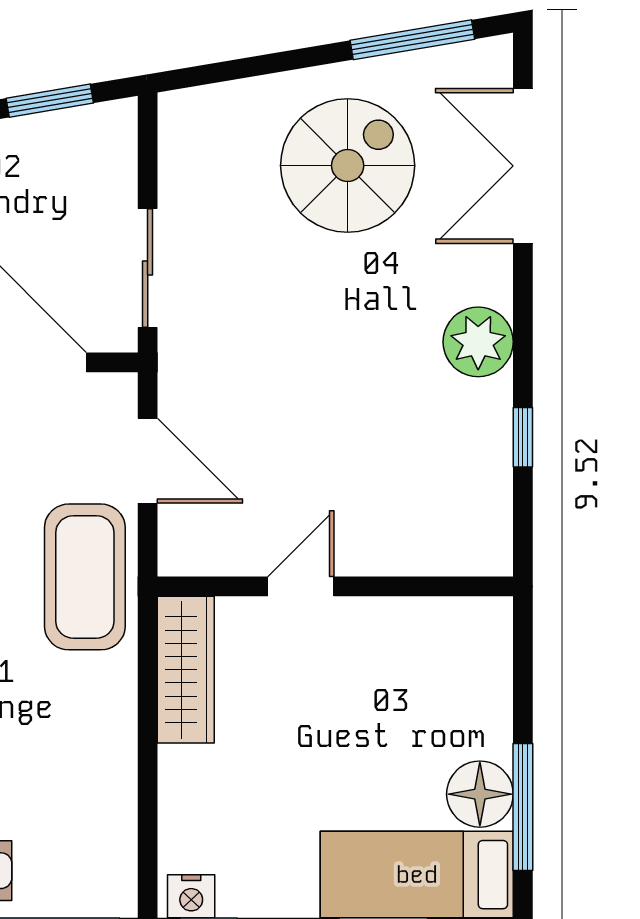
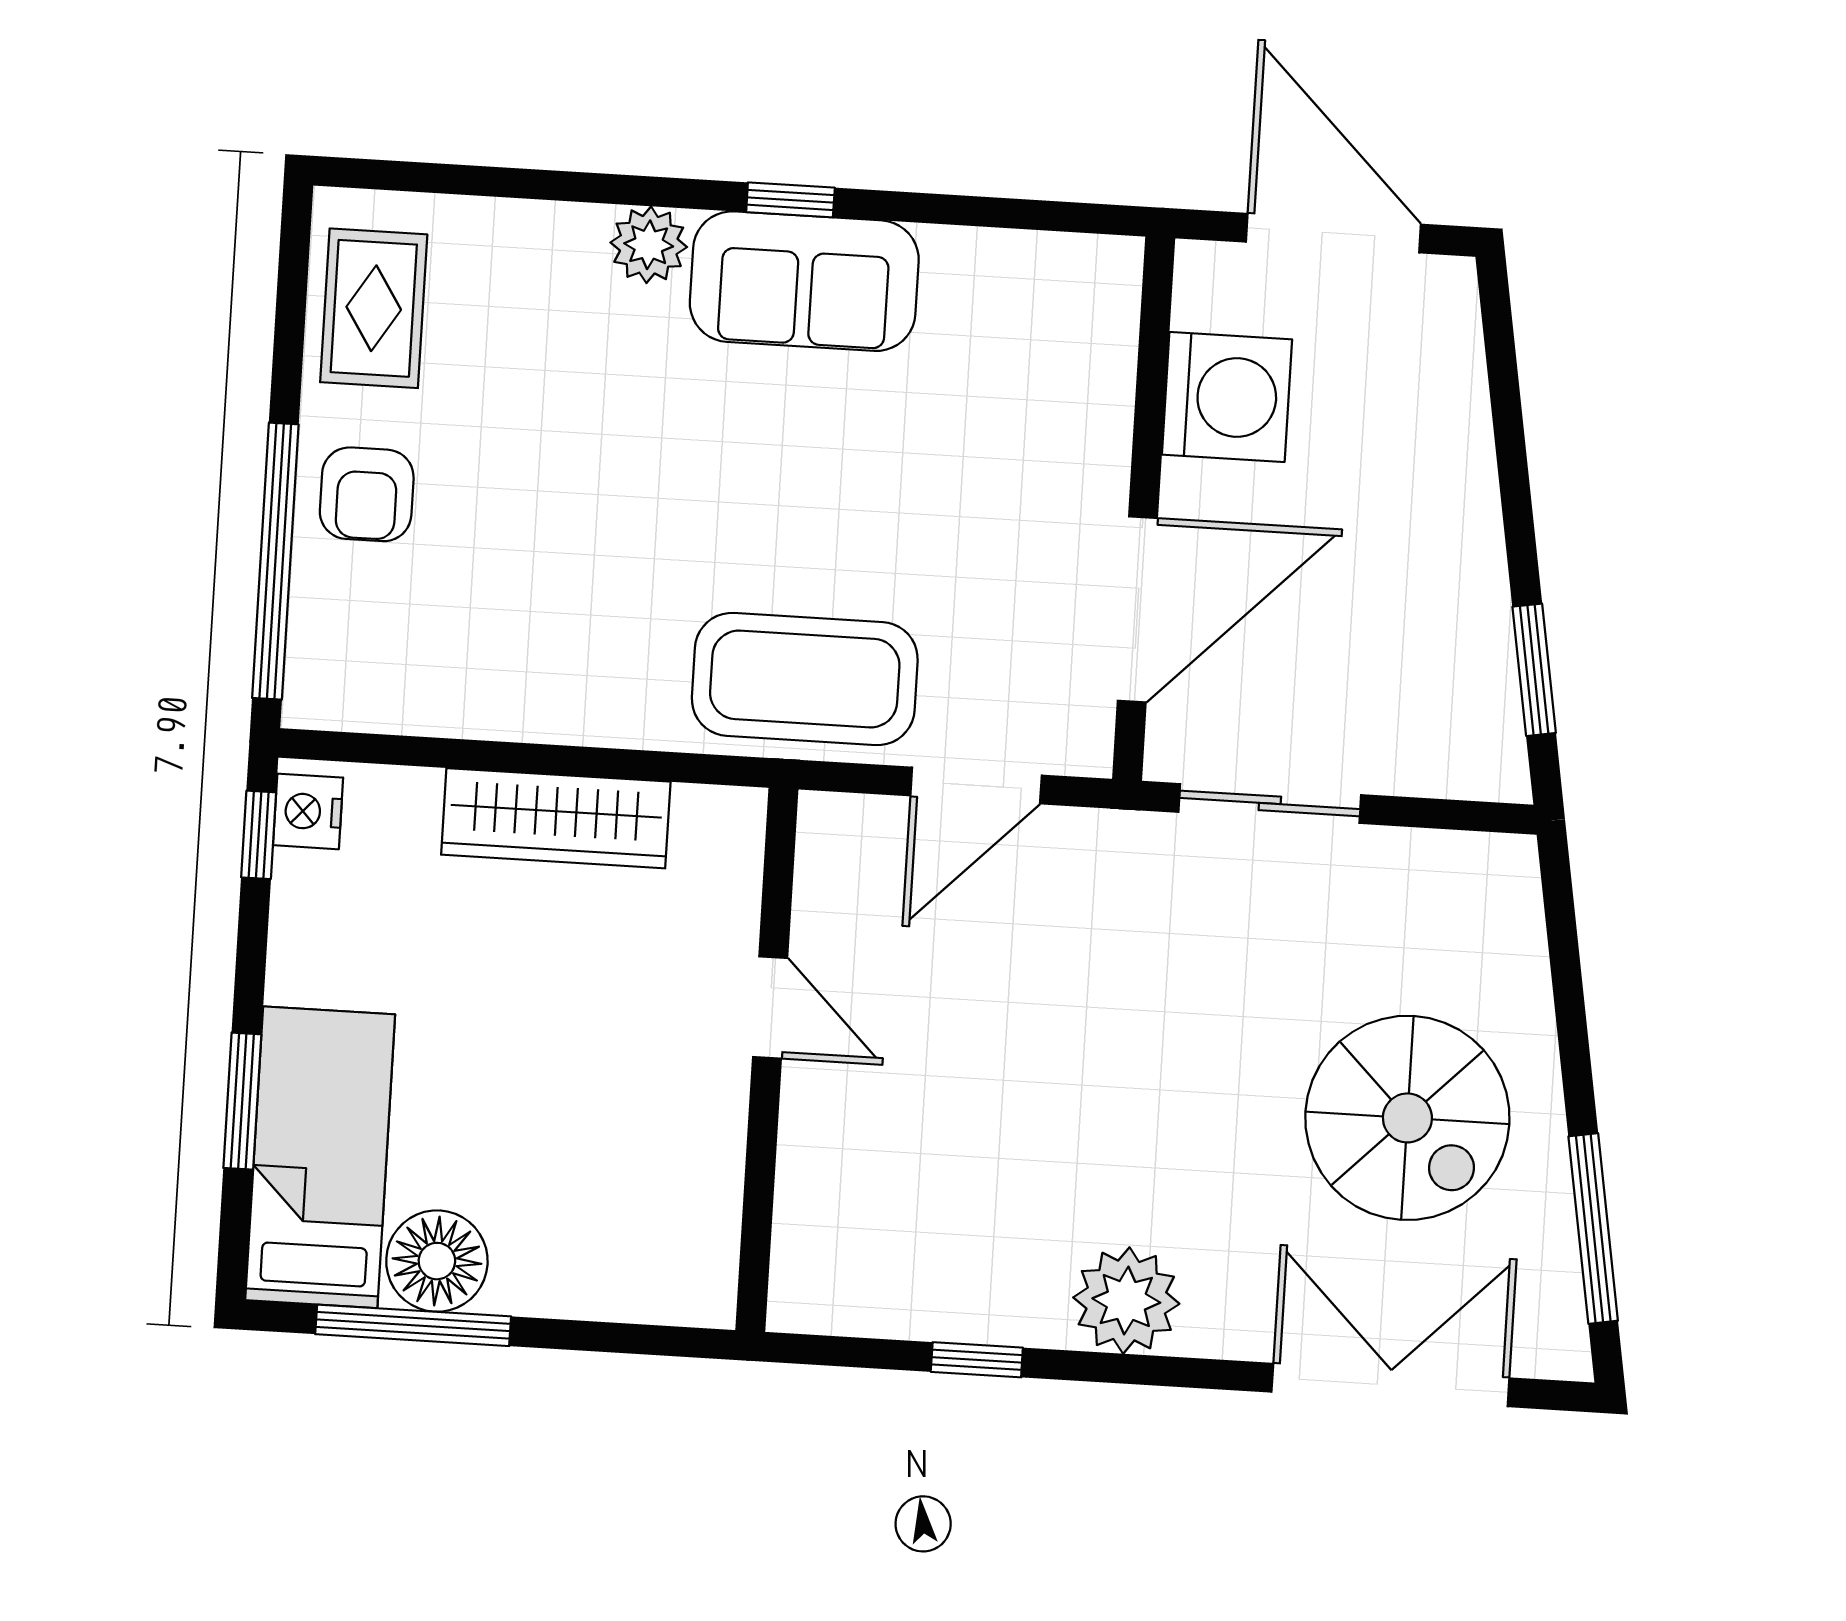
wardrobe: (186, 670) -> (556, 818), moved

